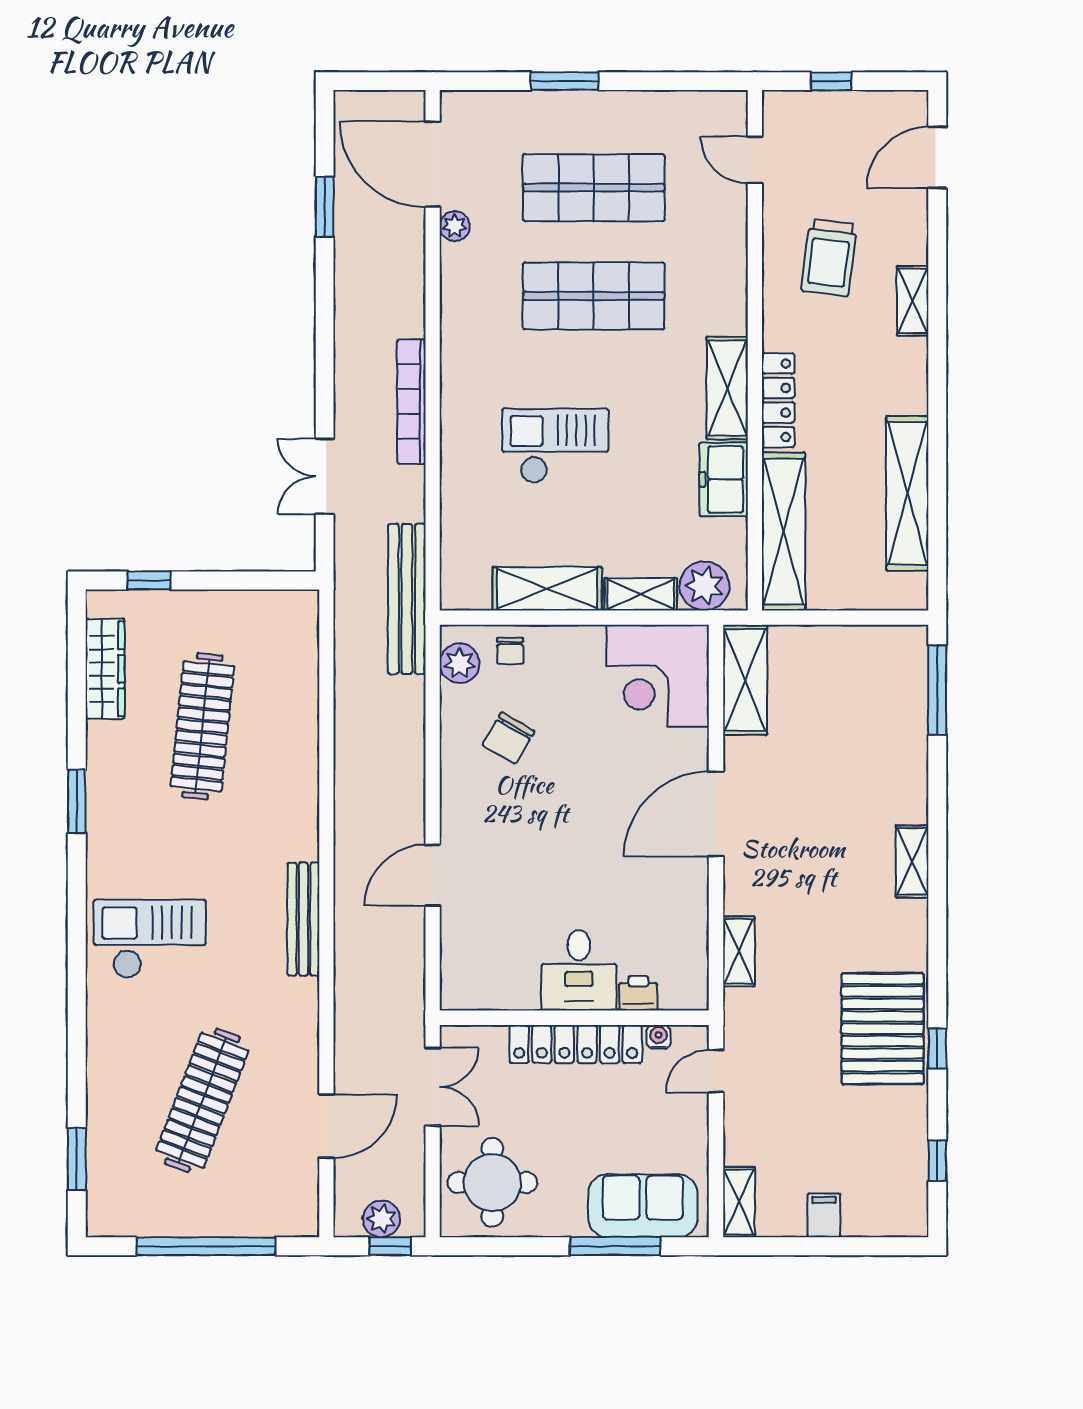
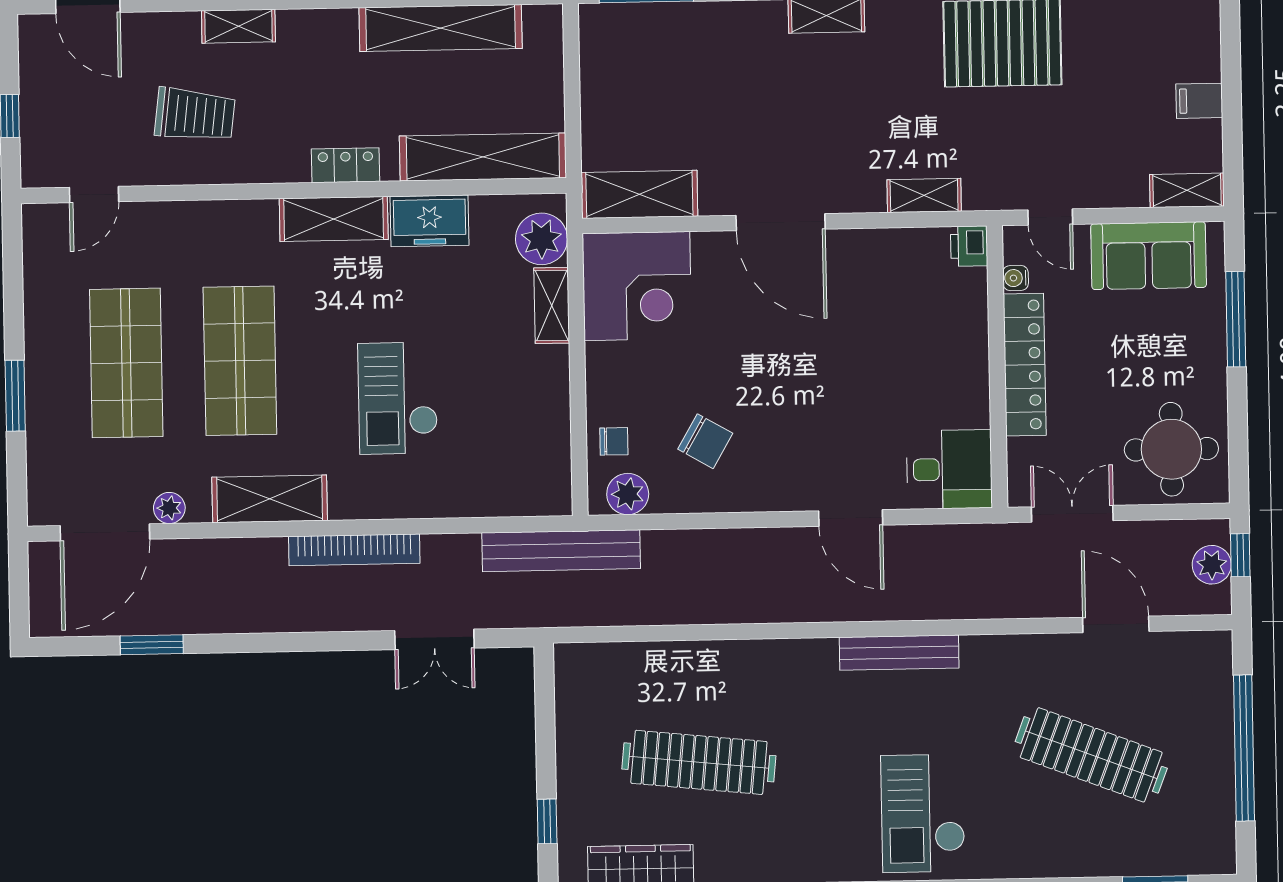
locker: (778, 400) -> (346, 165), width x0.66
shelving: (547, 589) -> (270, 499), moved, turned 90
desk: (579, 970) -> (949, 469), moved
printer: (638, 993) -> (969, 246), moved
sofa: (643, 1206) -> (1149, 256), moved, turned -90

